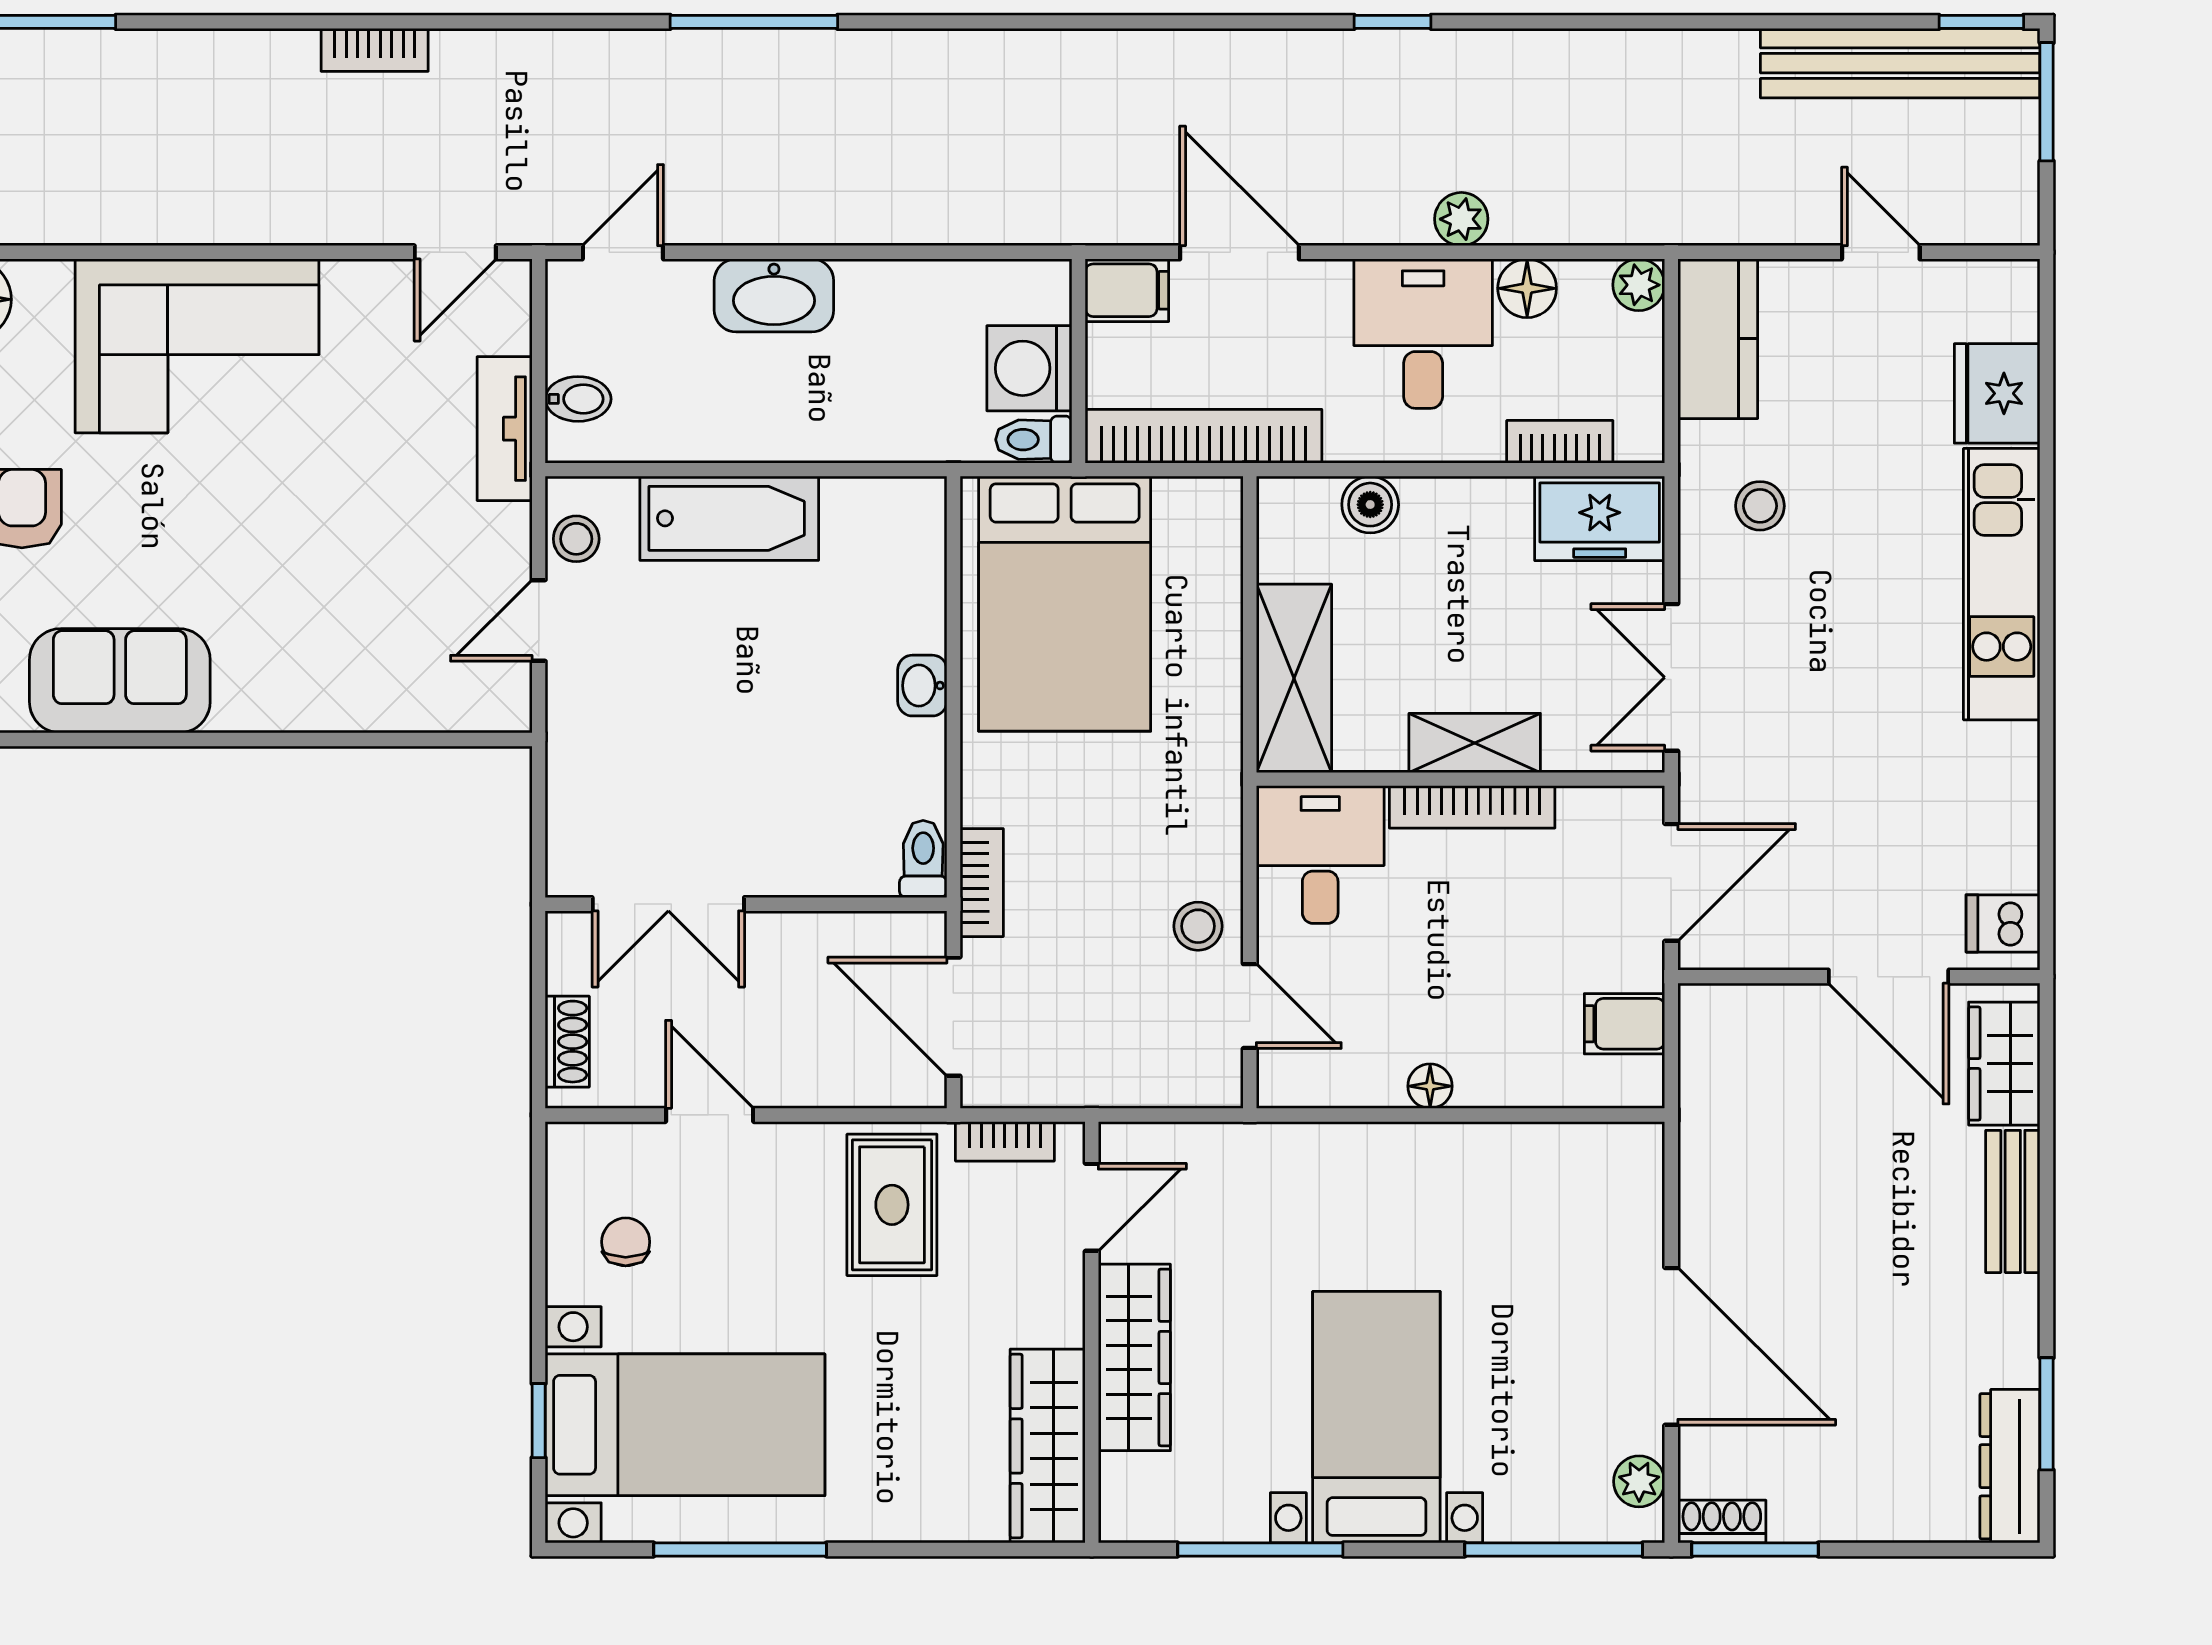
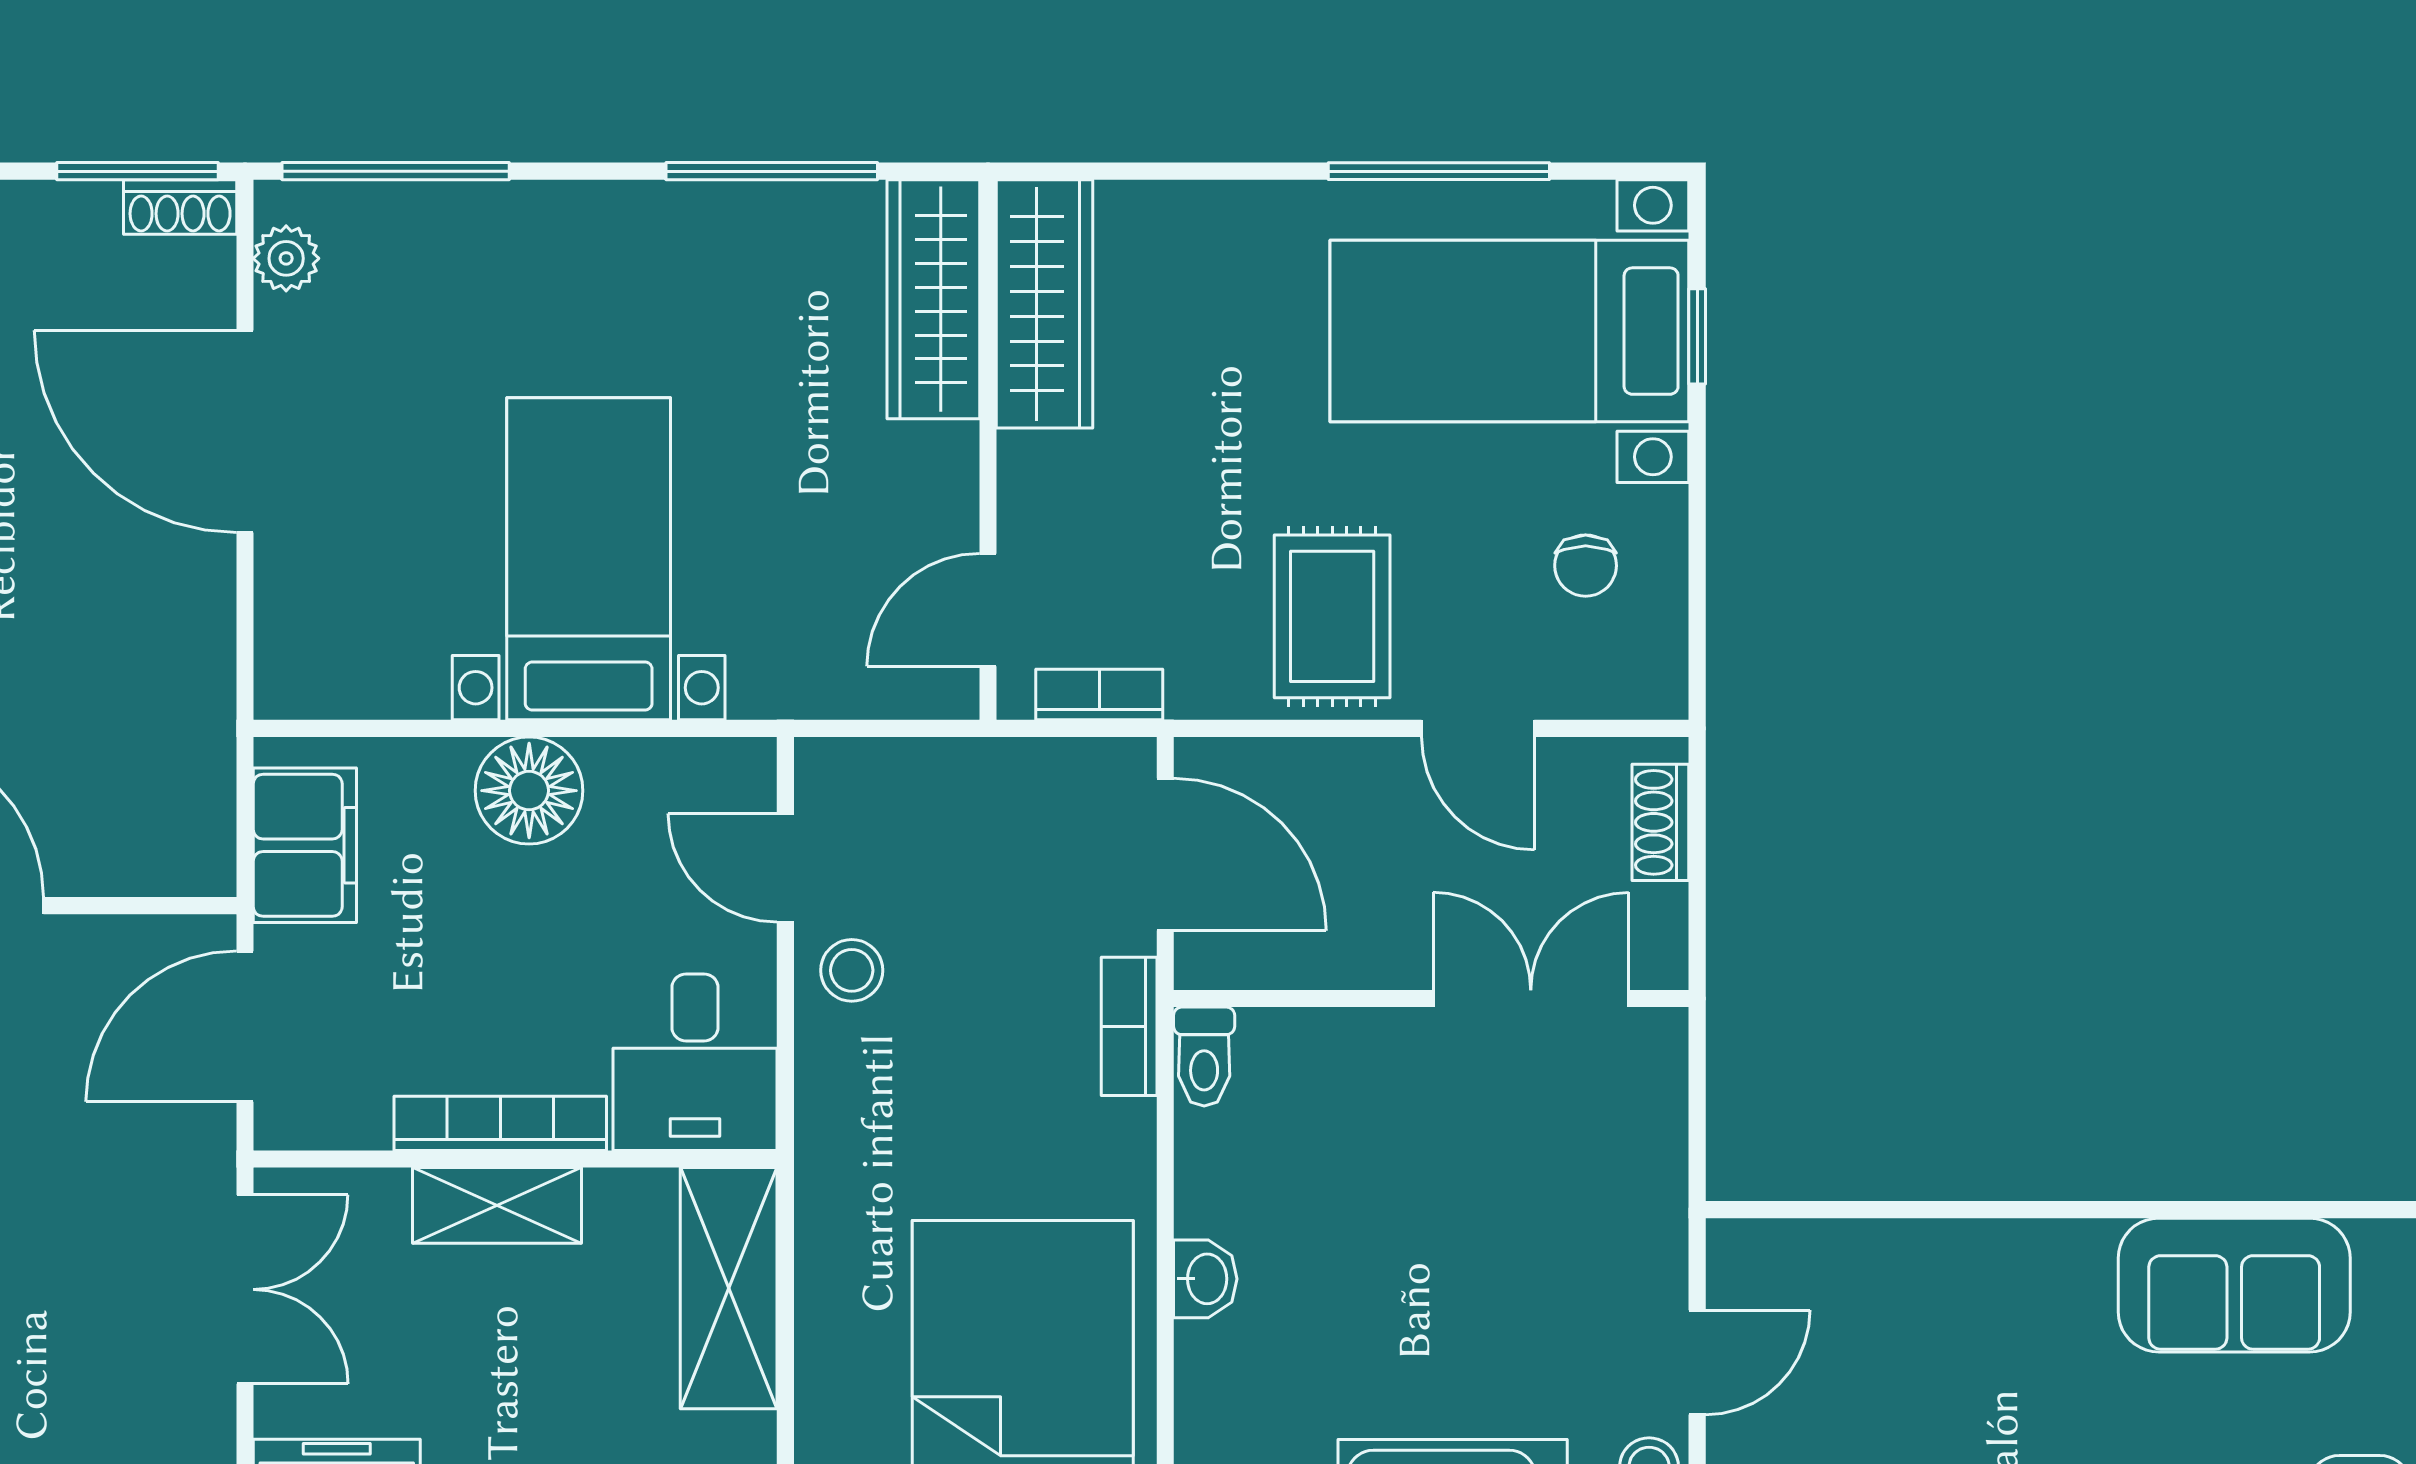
filing cabinet: (1624, 1024) -> (305, 845), width x2.00
floor lamp: (1430, 1086) -> (529, 791), width x1.89, depth x1.89
rug: (892, 1205) -> (1332, 616), moved
wardrobe: (1134, 1357) -> (933, 299), moved
bed with nightstands: (1376, 1417) -> (589, 559), moved, turned 180

